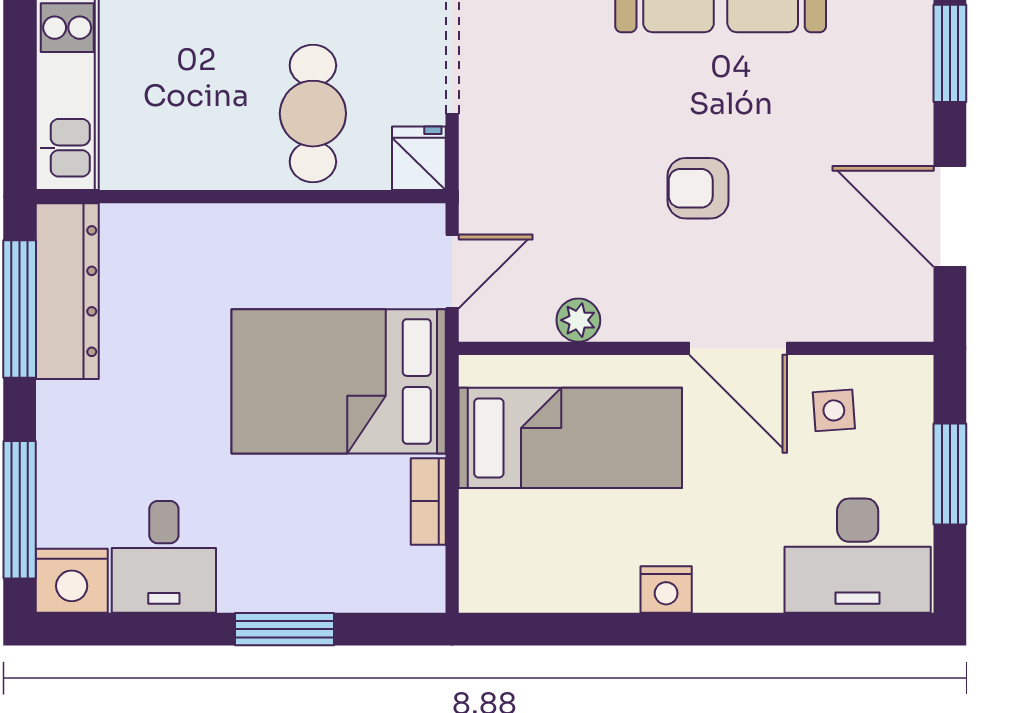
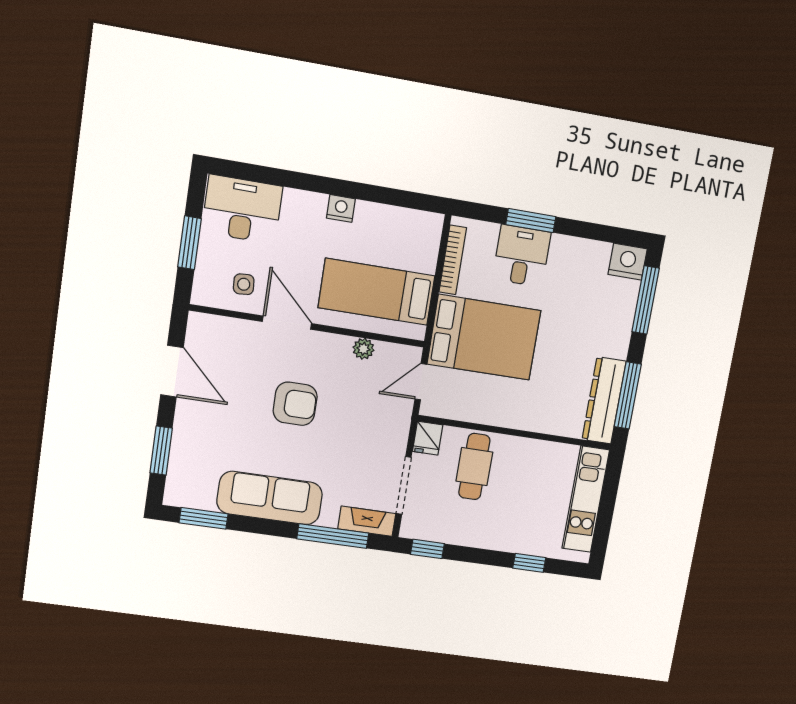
armchair: (698, 188) -> (295, 404), width x1.38, depth x1.38
bookcase: (428, 501) -> (453, 260), width x1.56
desk: (164, 557) -> (522, 256), moved

